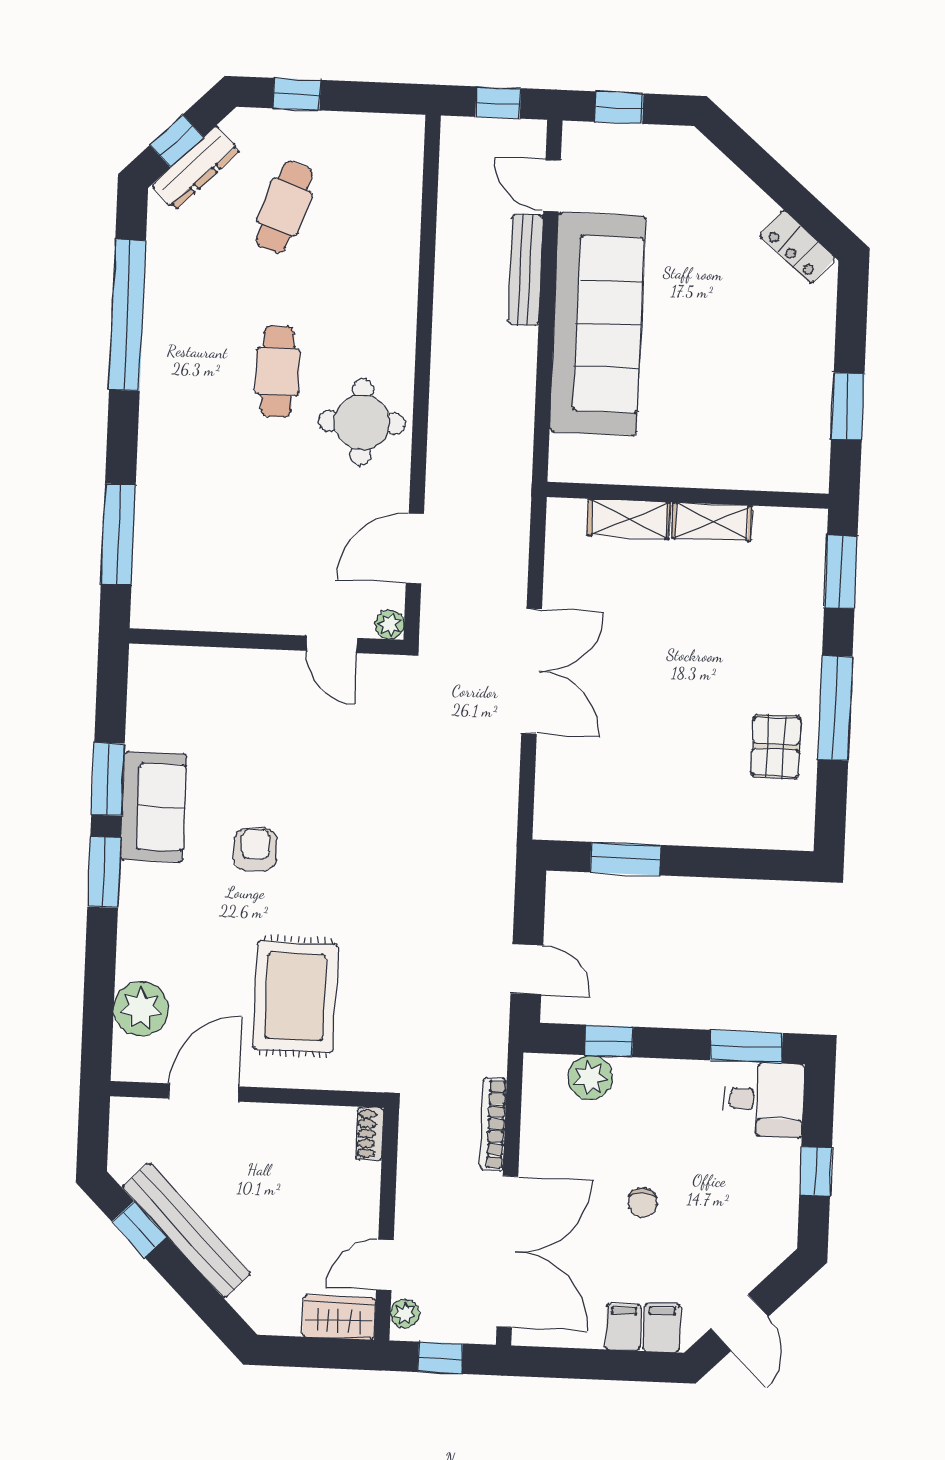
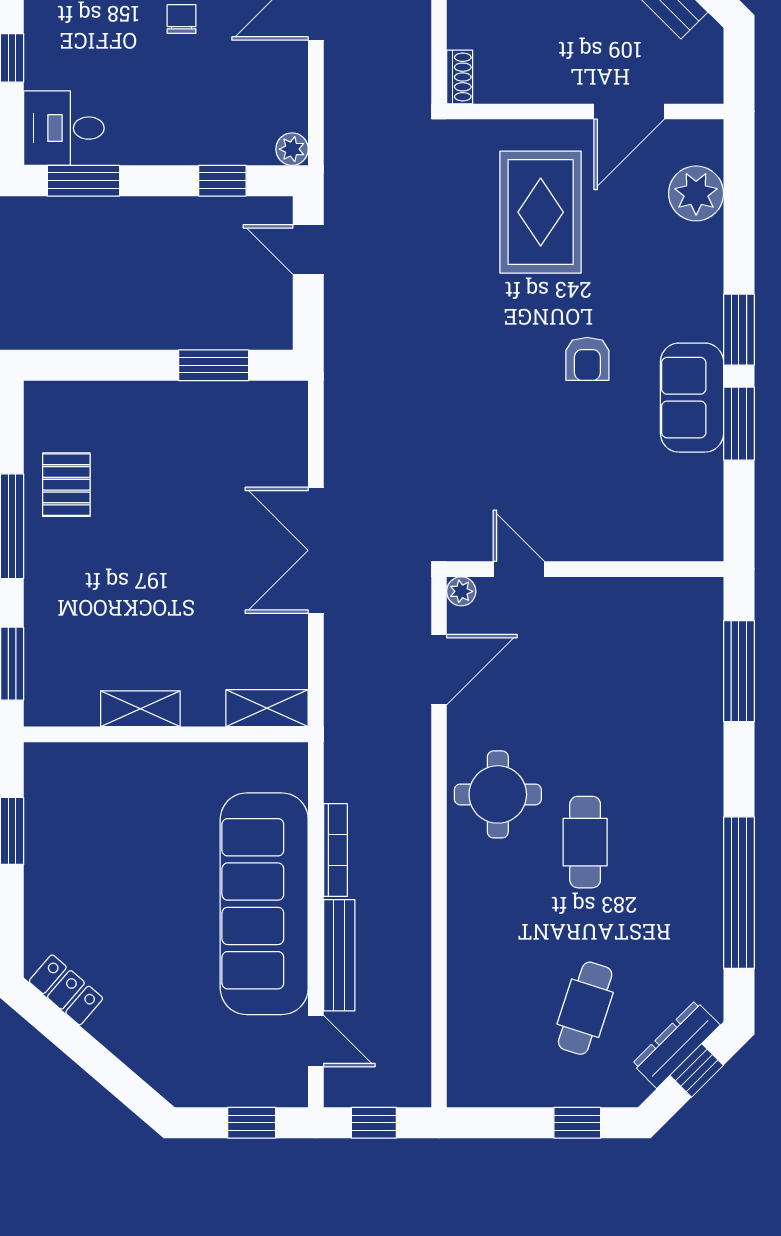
shelving: (629, 519) -> (267, 708), moved
plant: (590, 1077) -> (292, 149), moved, width x0.73, depth x0.73
bookcase: (493, 1124) -> (335, 850), moved

